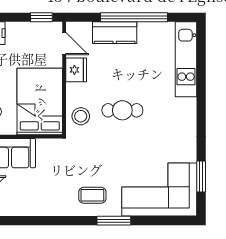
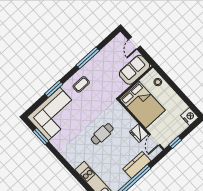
door: (64, 44) -> (155, 140), hinge flipped
stool: (81, 116) -> (118, 115), removed
window: (54, 221) -> (88, 58), added
window: (114, 221) -> (54, 89), moved

